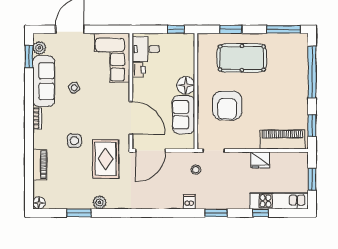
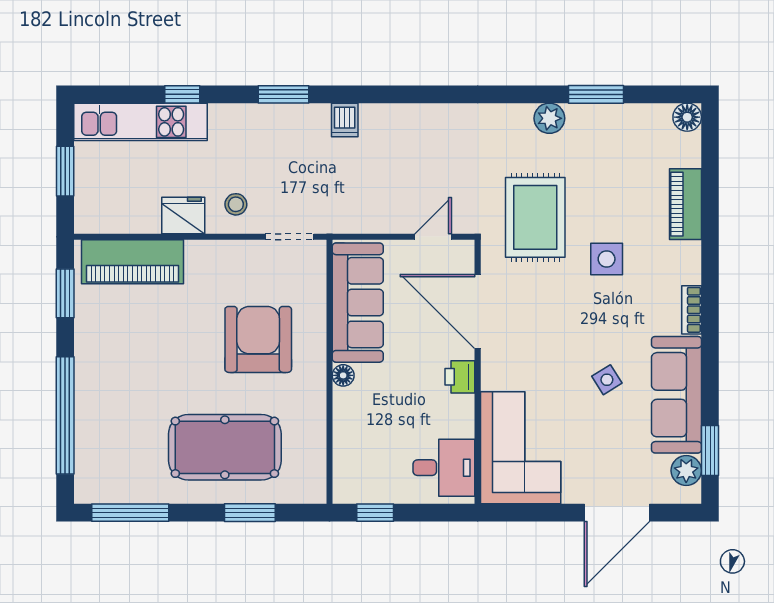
printer: (139, 70) -> (460, 377), moved
floor lamp: (186, 85) -> (343, 375), width x0.53, depth x0.53
sofa: (184, 115) -> (358, 303), width x1.36
door: (151, 150) -> (433, 237), width x0.53
stool: (196, 170) -> (236, 204), moved

